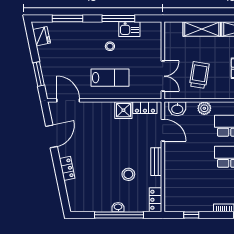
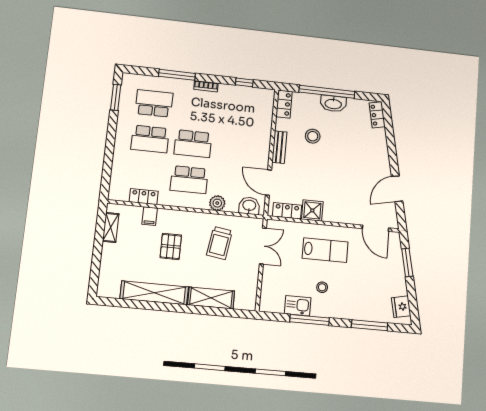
double door: (163, 76) -> (263, 246), swing flipped
lab bench: (110, 78) -> (325, 250), turned 180
locker: (67, 168) -> (377, 115), moved
washbasin: (118, 207) -> (333, 104), width x1.91, depth x1.45

